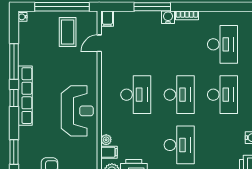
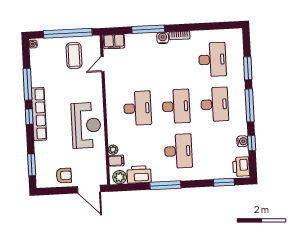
filing cabinet: (107, 19) -> (114, 42), width x2.00

